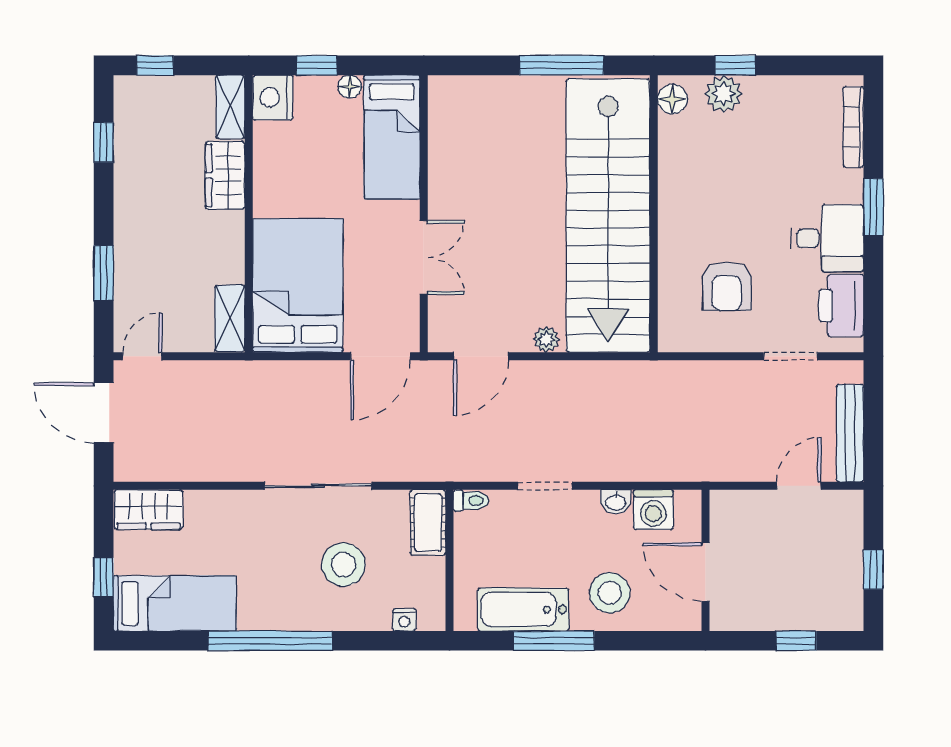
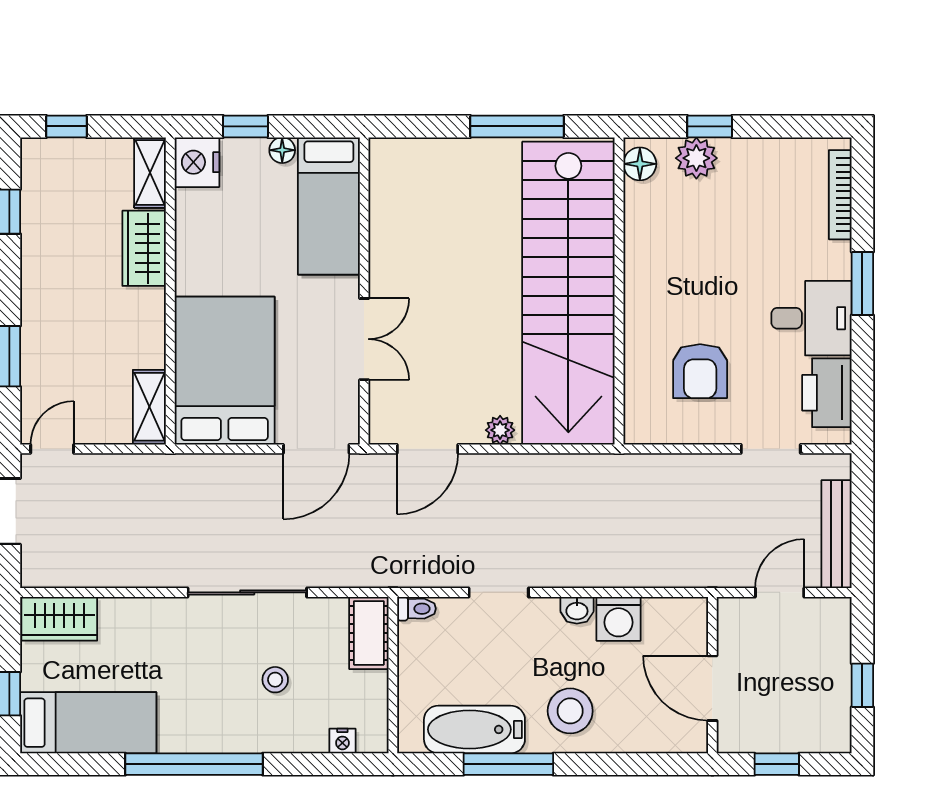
wall: (706, 560) -> (712, 675), moved
stool: (343, 565) -> (275, 680), width x0.53, depth x0.53
door: (706, 572) -> (712, 688), moved

